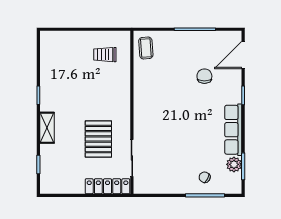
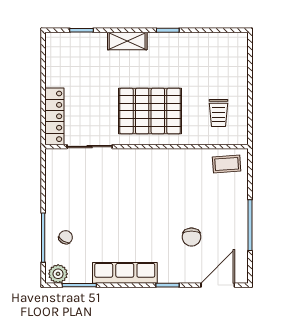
trolley: (105, 55) -> (218, 113), turned 180
door: (243, 55) -> (218, 285), hinge flipped
chair: (204, 76) -> (191, 237), turned 90
pallet: (98, 139) -> (150, 111), moved, width x1.37, depth x1.41
plant: (234, 164) -> (58, 274), moved

